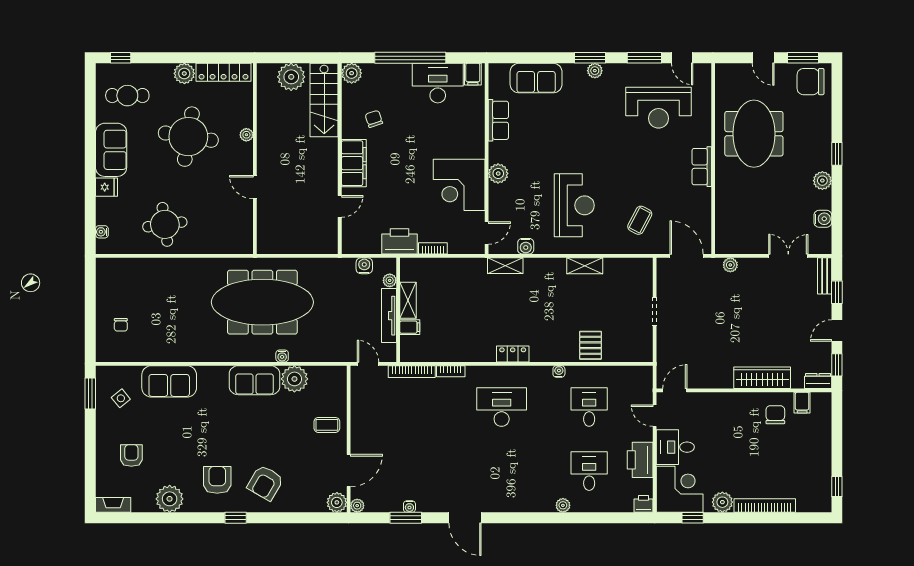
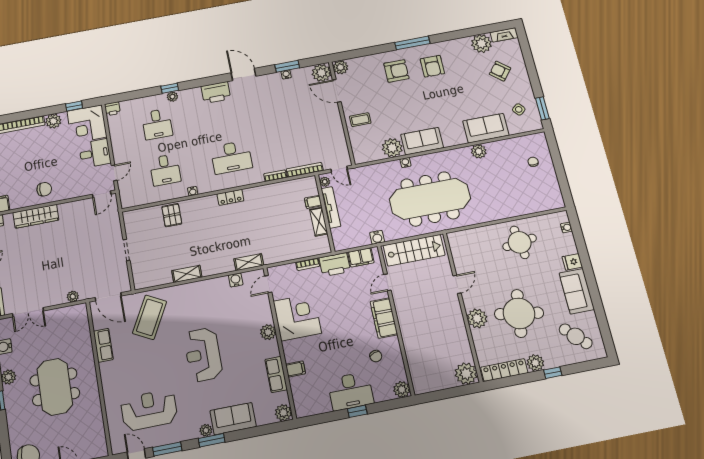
window: (121, 58) -> (553, 373), moved
window: (410, 58) -> (357, 411), width x0.32
plant: (499, 73) -> (283, 413), added
filing cabinet: (473, 74) -> (295, 369), moved, turned 90
plant: (291, 77) -> (466, 374), moved
sofa: (536, 78) -> (233, 419), moved
desk: (438, 83) -> (351, 391), moved
cafe table: (127, 96) -> (576, 336), turned 45
stairs: (324, 100) -> (414, 250), moved, turned 90
meeting table: (754, 134) -> (55, 387), moved
plant: (246, 135) -> (477, 318), width x1.87, depth x1.87
row of seats: (702, 167) -> (103, 345), moved
door: (255, 187) -> (457, 284), hinge flipped
reception desk: (574, 205) -> (203, 355), moved
coffee table: (640, 220) -> (150, 317), width x1.86, depth x1.72
filing cabinet: (365, 244) -> (361, 257), added
water cooler: (364, 266) -> (377, 237), moved
plant: (390, 280) -> (325, 182), moved
plant: (186, 352) -> (479, 151), added
chair: (775, 415) -> (44, 189), moved, turned -90
door: (655, 416) -> (114, 173), hinge flipped
armchair: (131, 455) -> (500, 71), turned 129
printer: (640, 460) -> (216, 92), moved, turned 90
door: (349, 471) -> (337, 91), hinge flipped
armchair: (265, 483) -> (396, 71), turned 60
plant: (170, 499) -> (481, 44), moved
plant: (357, 506) -> (321, 73), width x1.87, depth x1.87
window: (236, 518) -> (412, 43), width x2.17
window: (565, 518) -> (170, 88), added

